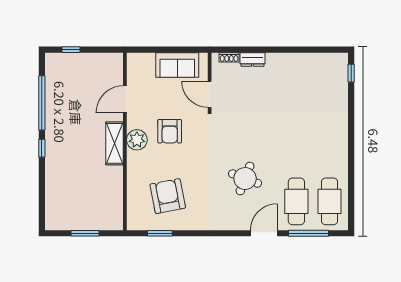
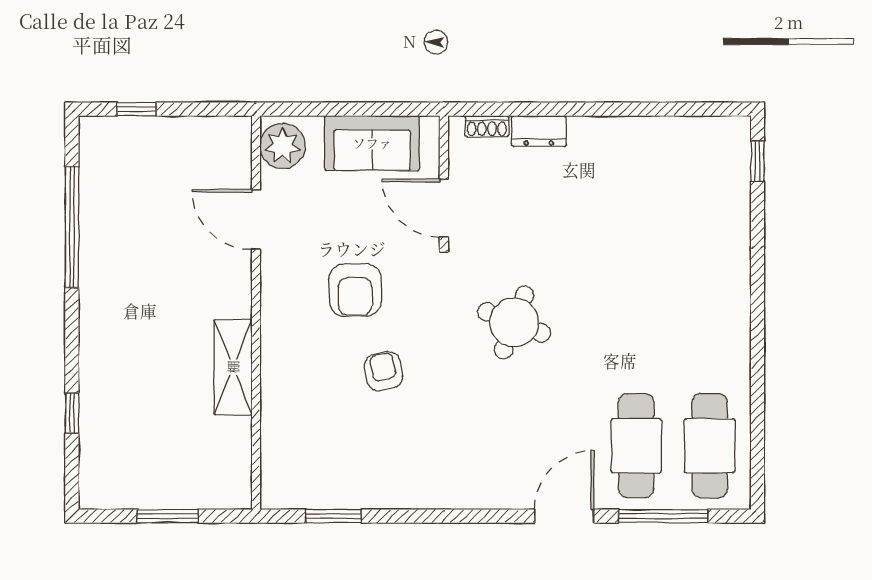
door: (125, 99) -> (256, 219), hinge flipped
plant: (137, 140) -> (283, 146), moved
shelving: (115, 143) -> (233, 367), moved
window: (42, 148) -> (72, 413), moved
round table: (245, 179) -> (514, 322), moved
armchair: (168, 196) -> (383, 371), moved, width x0.53, depth x0.53

